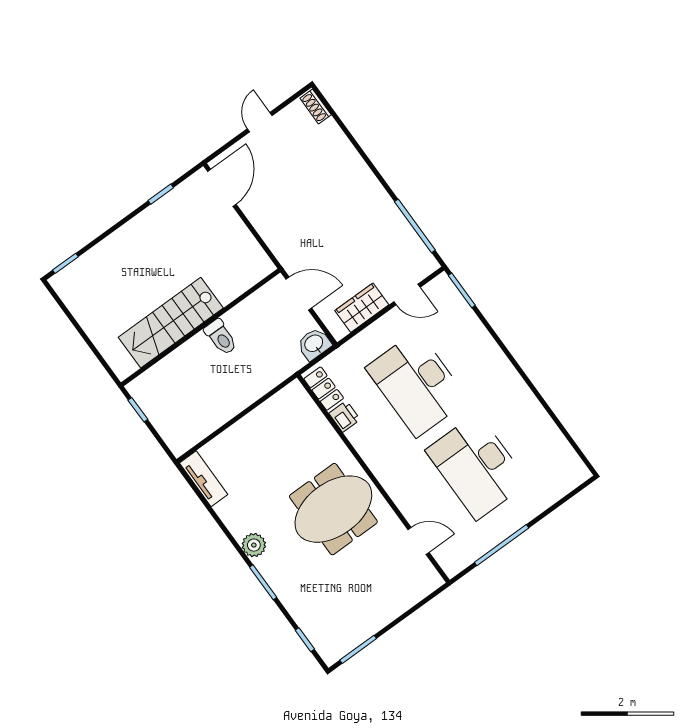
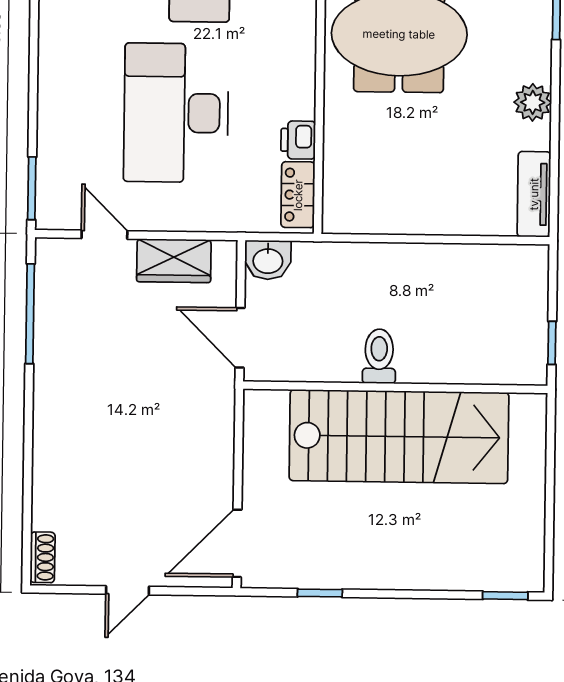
stairs: (171, 323) -> (399, 437), width x1.36, depth x1.51
desk: (417, 384) -> (176, 113), turned 180
plant: (254, 545) -> (533, 102), moved

